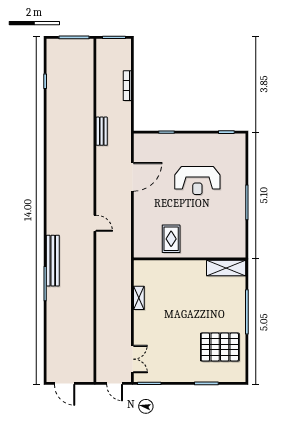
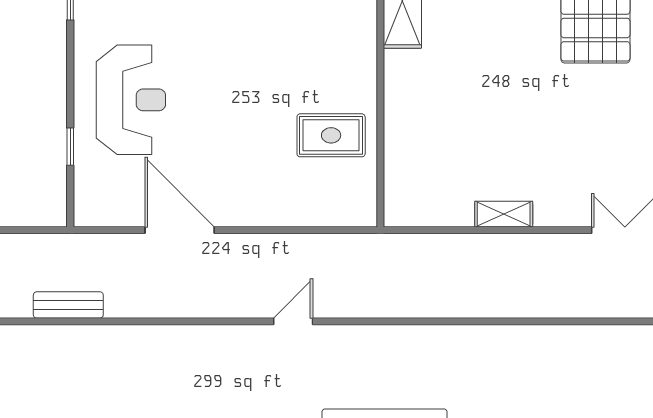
reception desk: (197, 181) -> (131, 100), moved
shelving: (139, 298) -> (504, 214), moved

